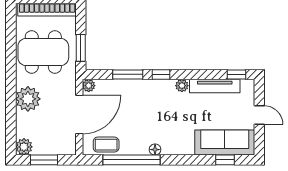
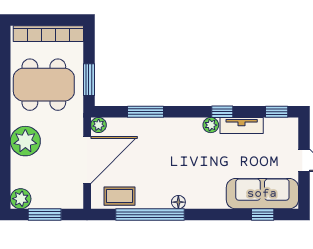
window: (161, 74) -> (222, 112), moved
tv unit: (215, 86) -> (242, 126), width x0.71

